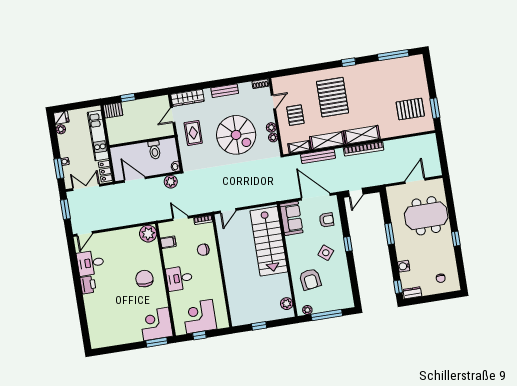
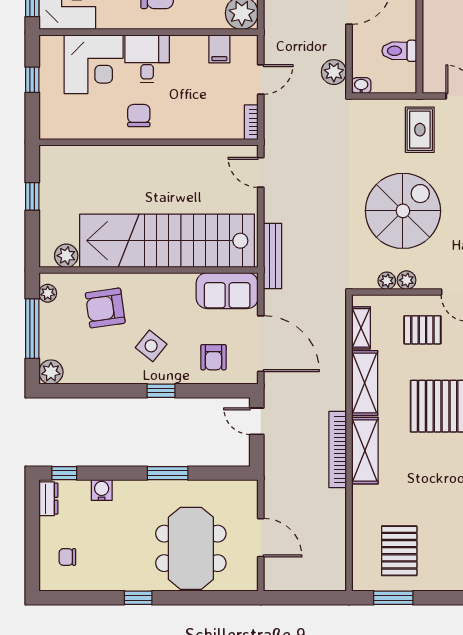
rug: (193, 133) -> (420, 130), turned 90
spiral stairs: (236, 135) -> (403, 211), turned 180
bench: (318, 156) -> (273, 256), moved
door: (316, 197) -> (261, 344), hinge flipped
stairs: (269, 241) -> (167, 241), width x1.36
chair: (203, 250) -> (139, 116), moved
plant: (347, 302) -> (51, 372), added
corner desk: (199, 316) -> (94, 64), moved, turned 90

